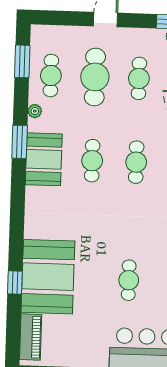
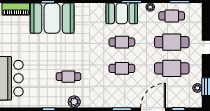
cafe table: (139, 78) -> (172, 68), width x1.37, depth x1.35
cafe table: (129, 280) -> (68, 77), moved

